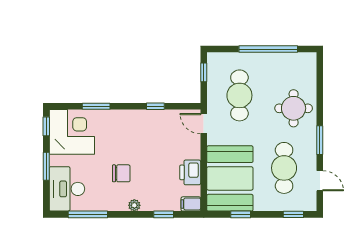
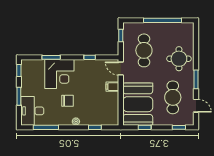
corner desk: (72, 132) -> (59, 74), moved, turned 90
printer: (190, 172) -> (112, 100), removed
filing cabinet: (191, 204) -> (112, 87), moved

